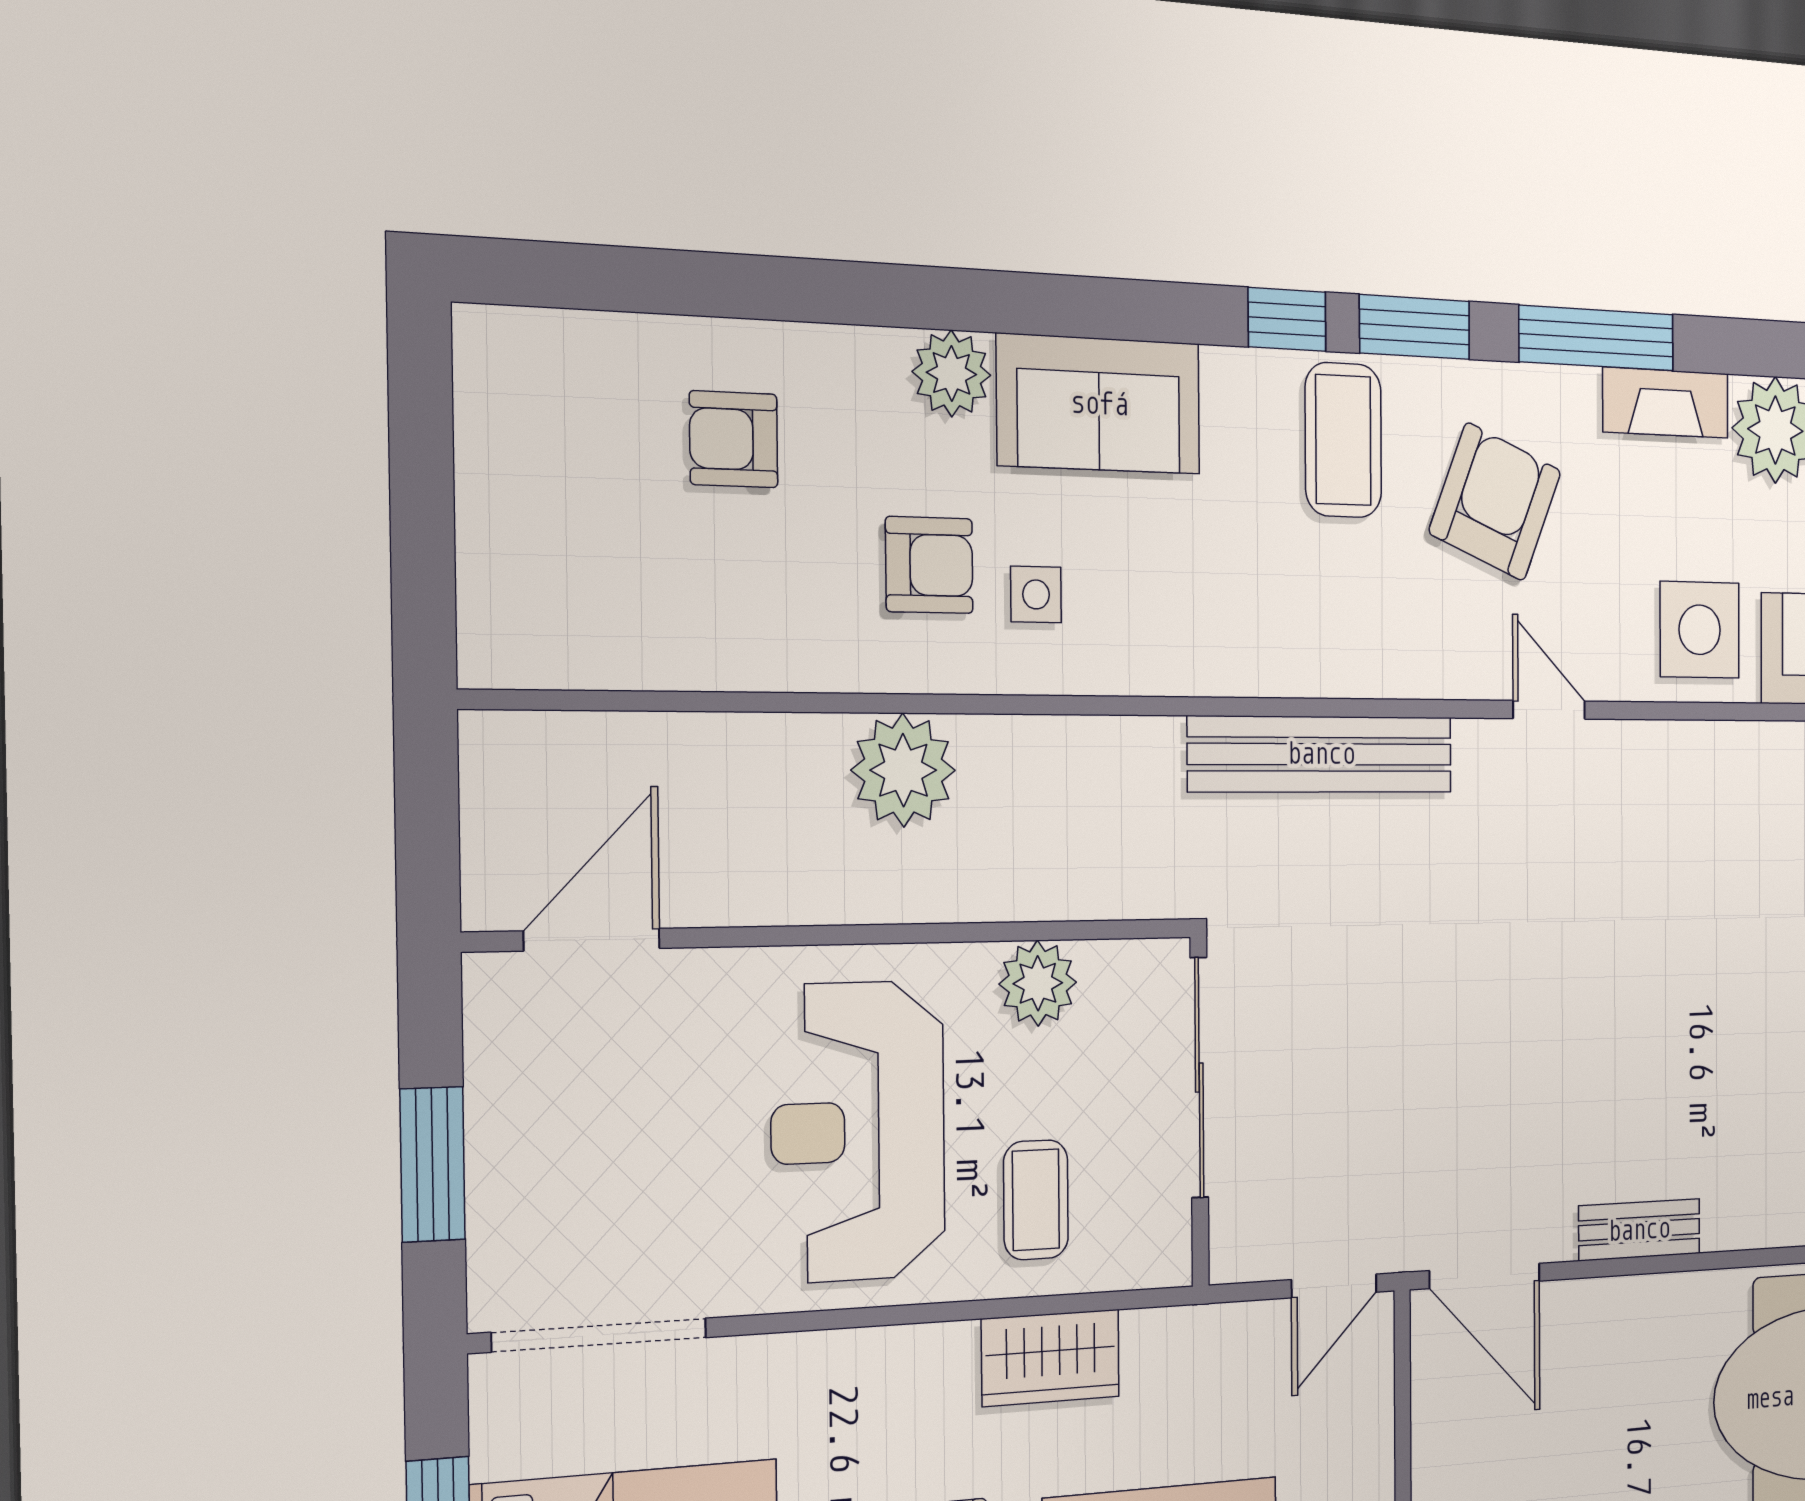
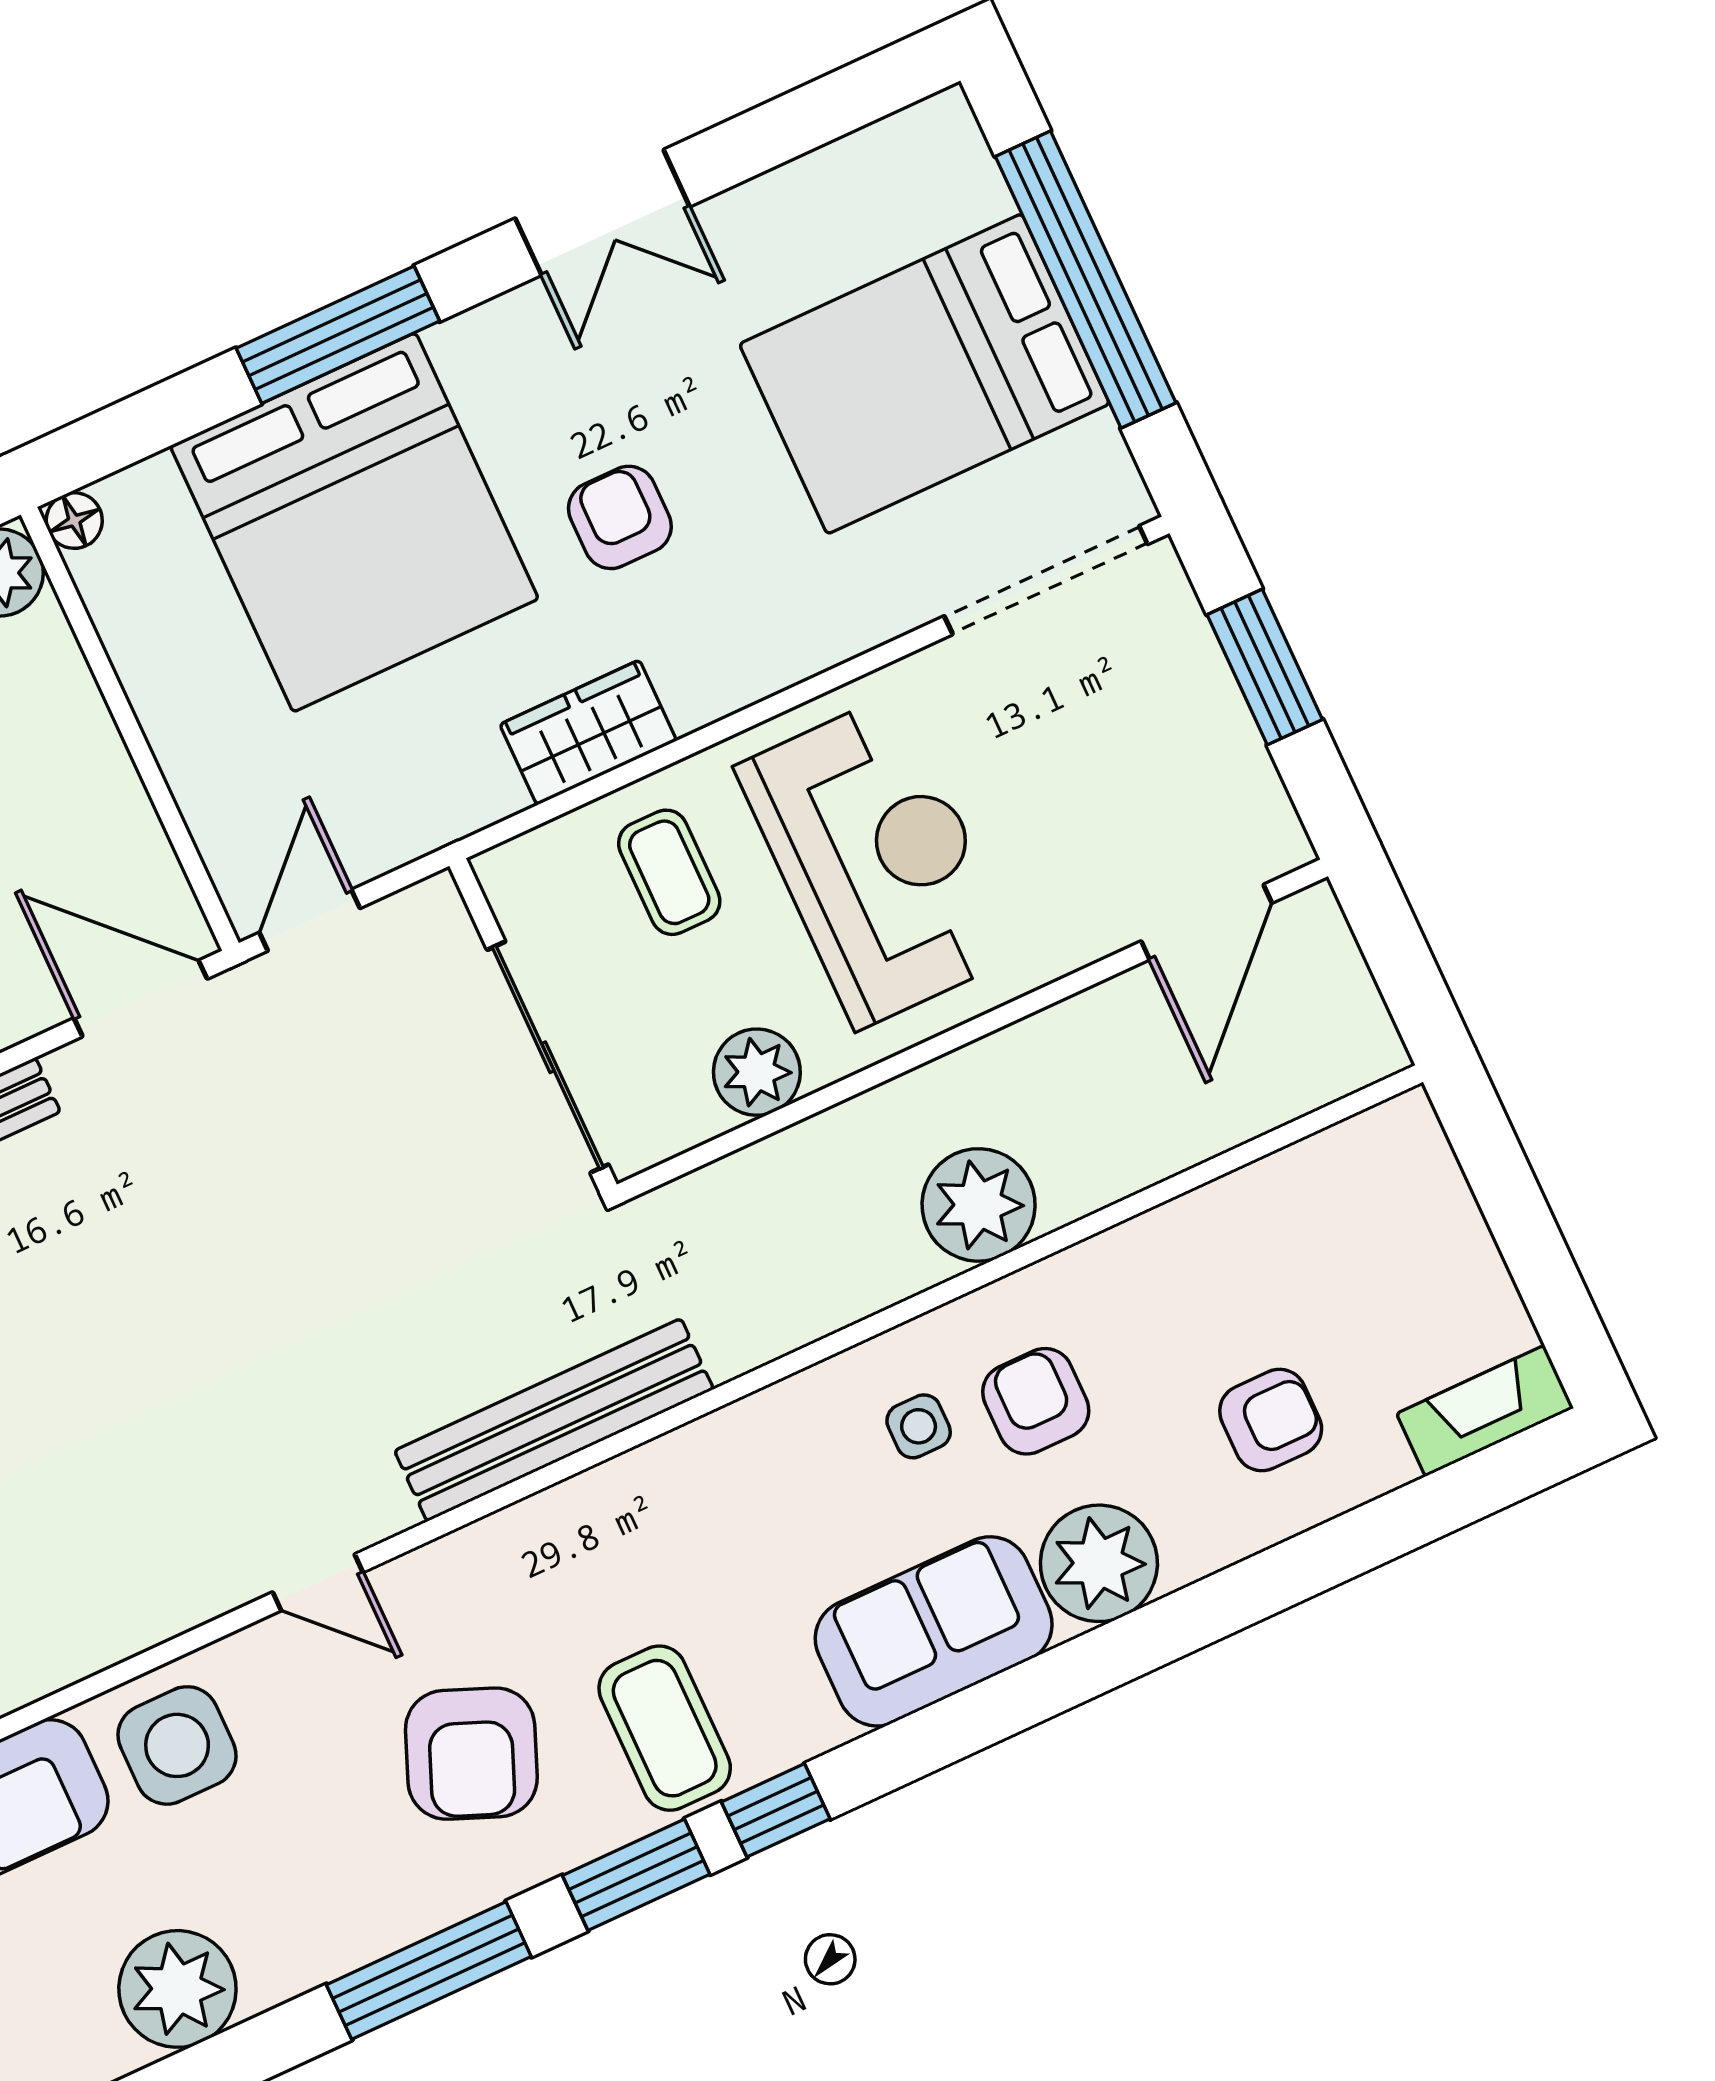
plant: (952, 373) -> (1099, 1563), width x1.36, depth x1.36
fireplace: (1666, 403) -> (1485, 1411), moved
armchair: (929, 565) -> (1036, 1401), turned 90

